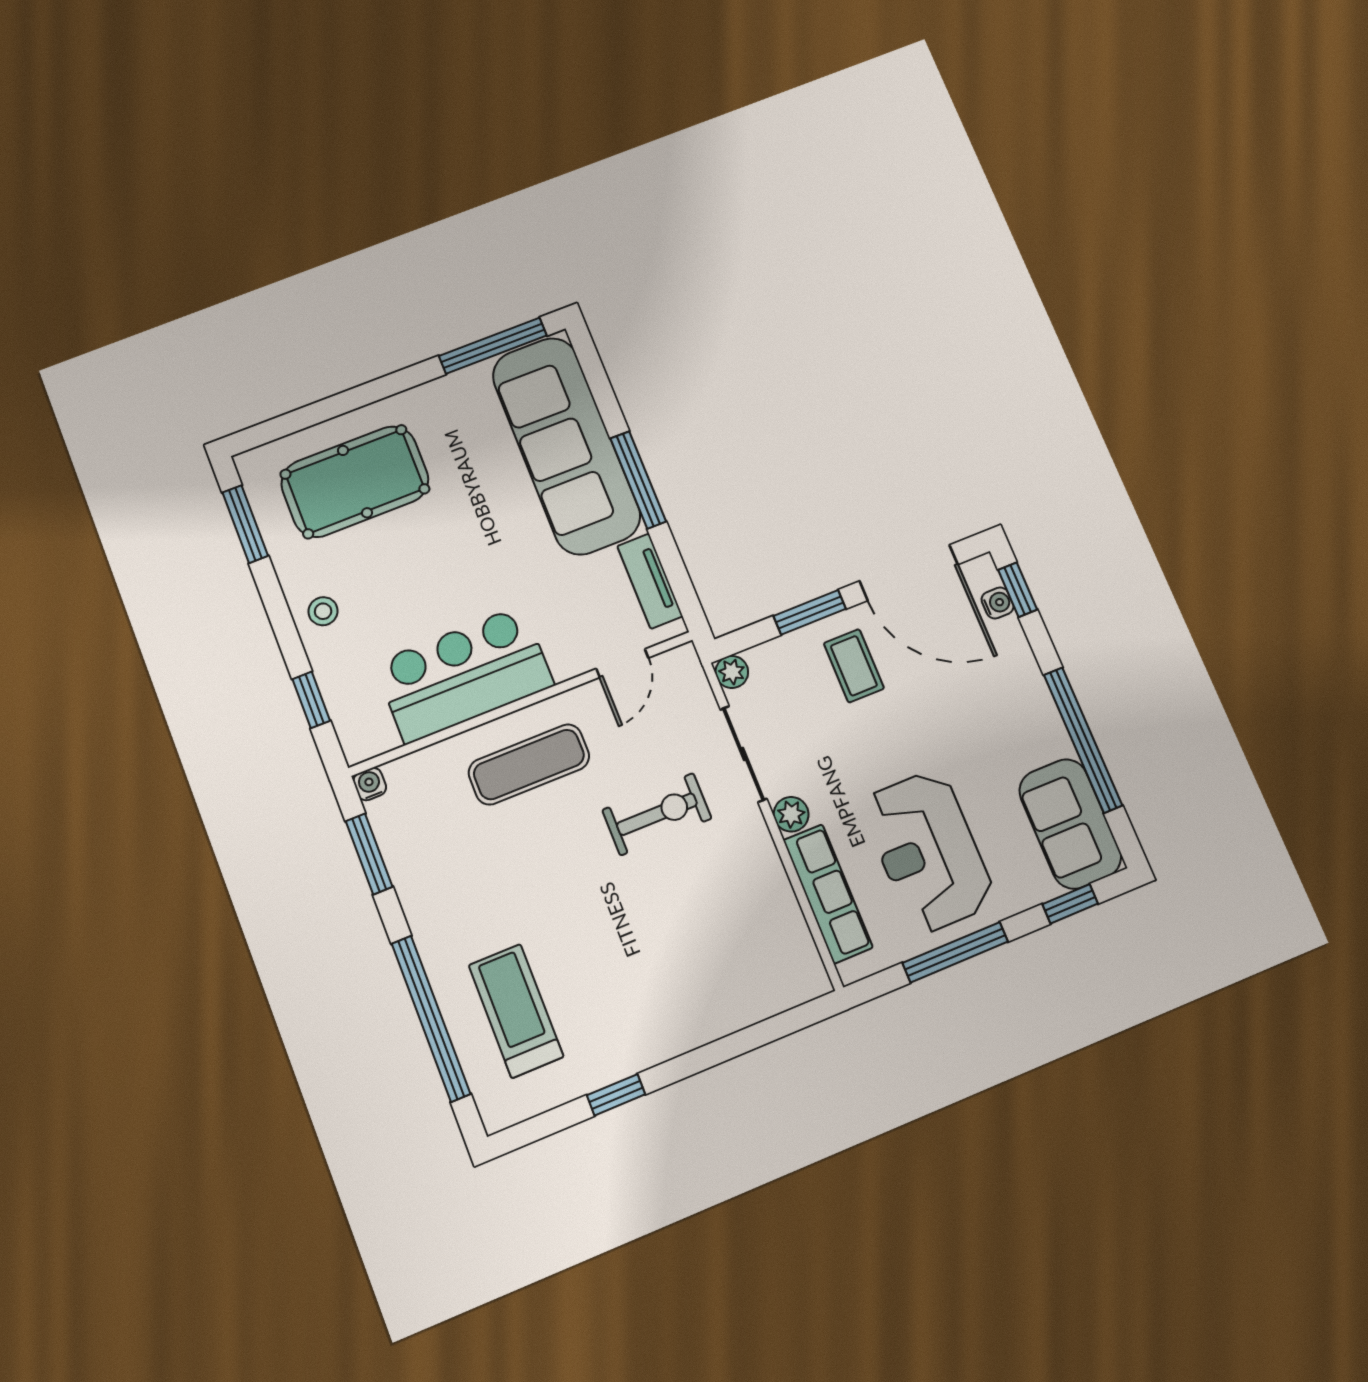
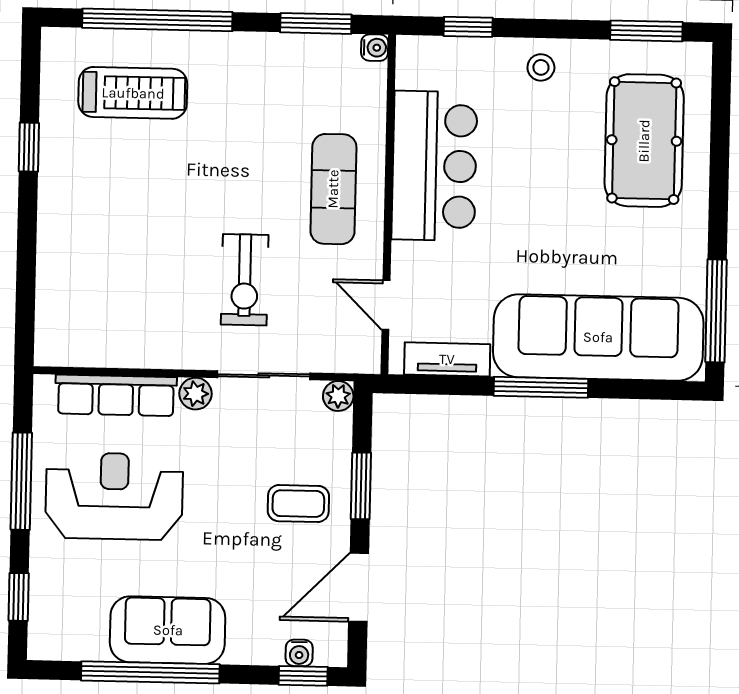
door: (909, 573) -> (359, 587), width x0.73
sofa: (1070, 824) -> (168, 630), moved

